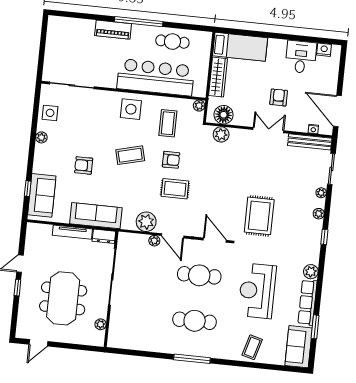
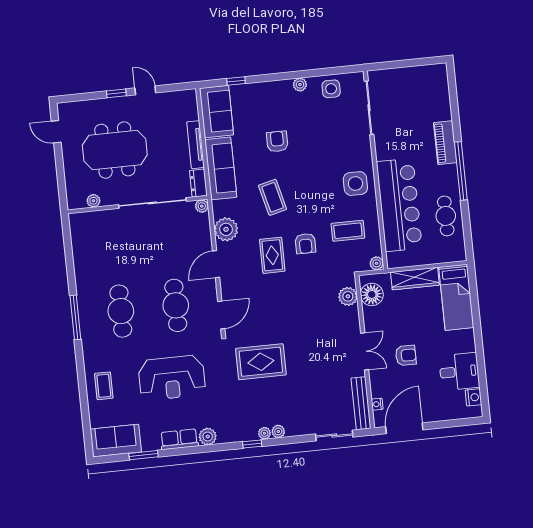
coffee table: (130, 155) -> (273, 197), moved
plant: (321, 193) -> (264, 433), moved
sofa: (42, 195) -> (217, 112), moved, turned -90
plant: (154, 241) -> (202, 206), moved
reception desk: (257, 291) -> (172, 378), turned 180
row of seats: (308, 302) -> (179, 439), width x0.68
coffee table: (252, 347) -> (104, 386), turned 74

